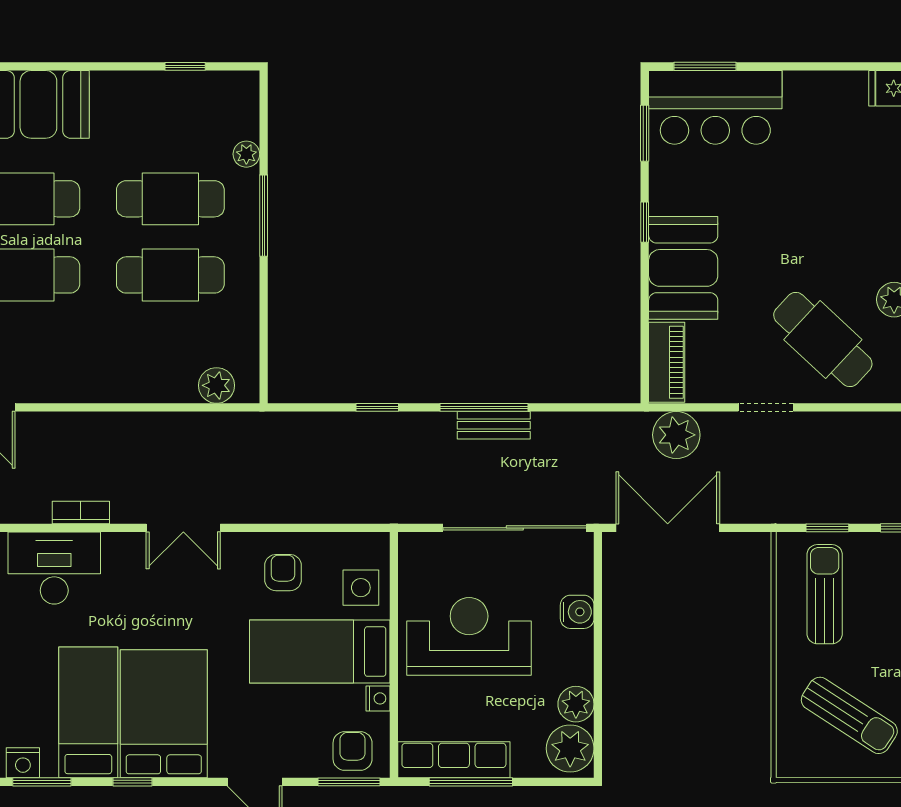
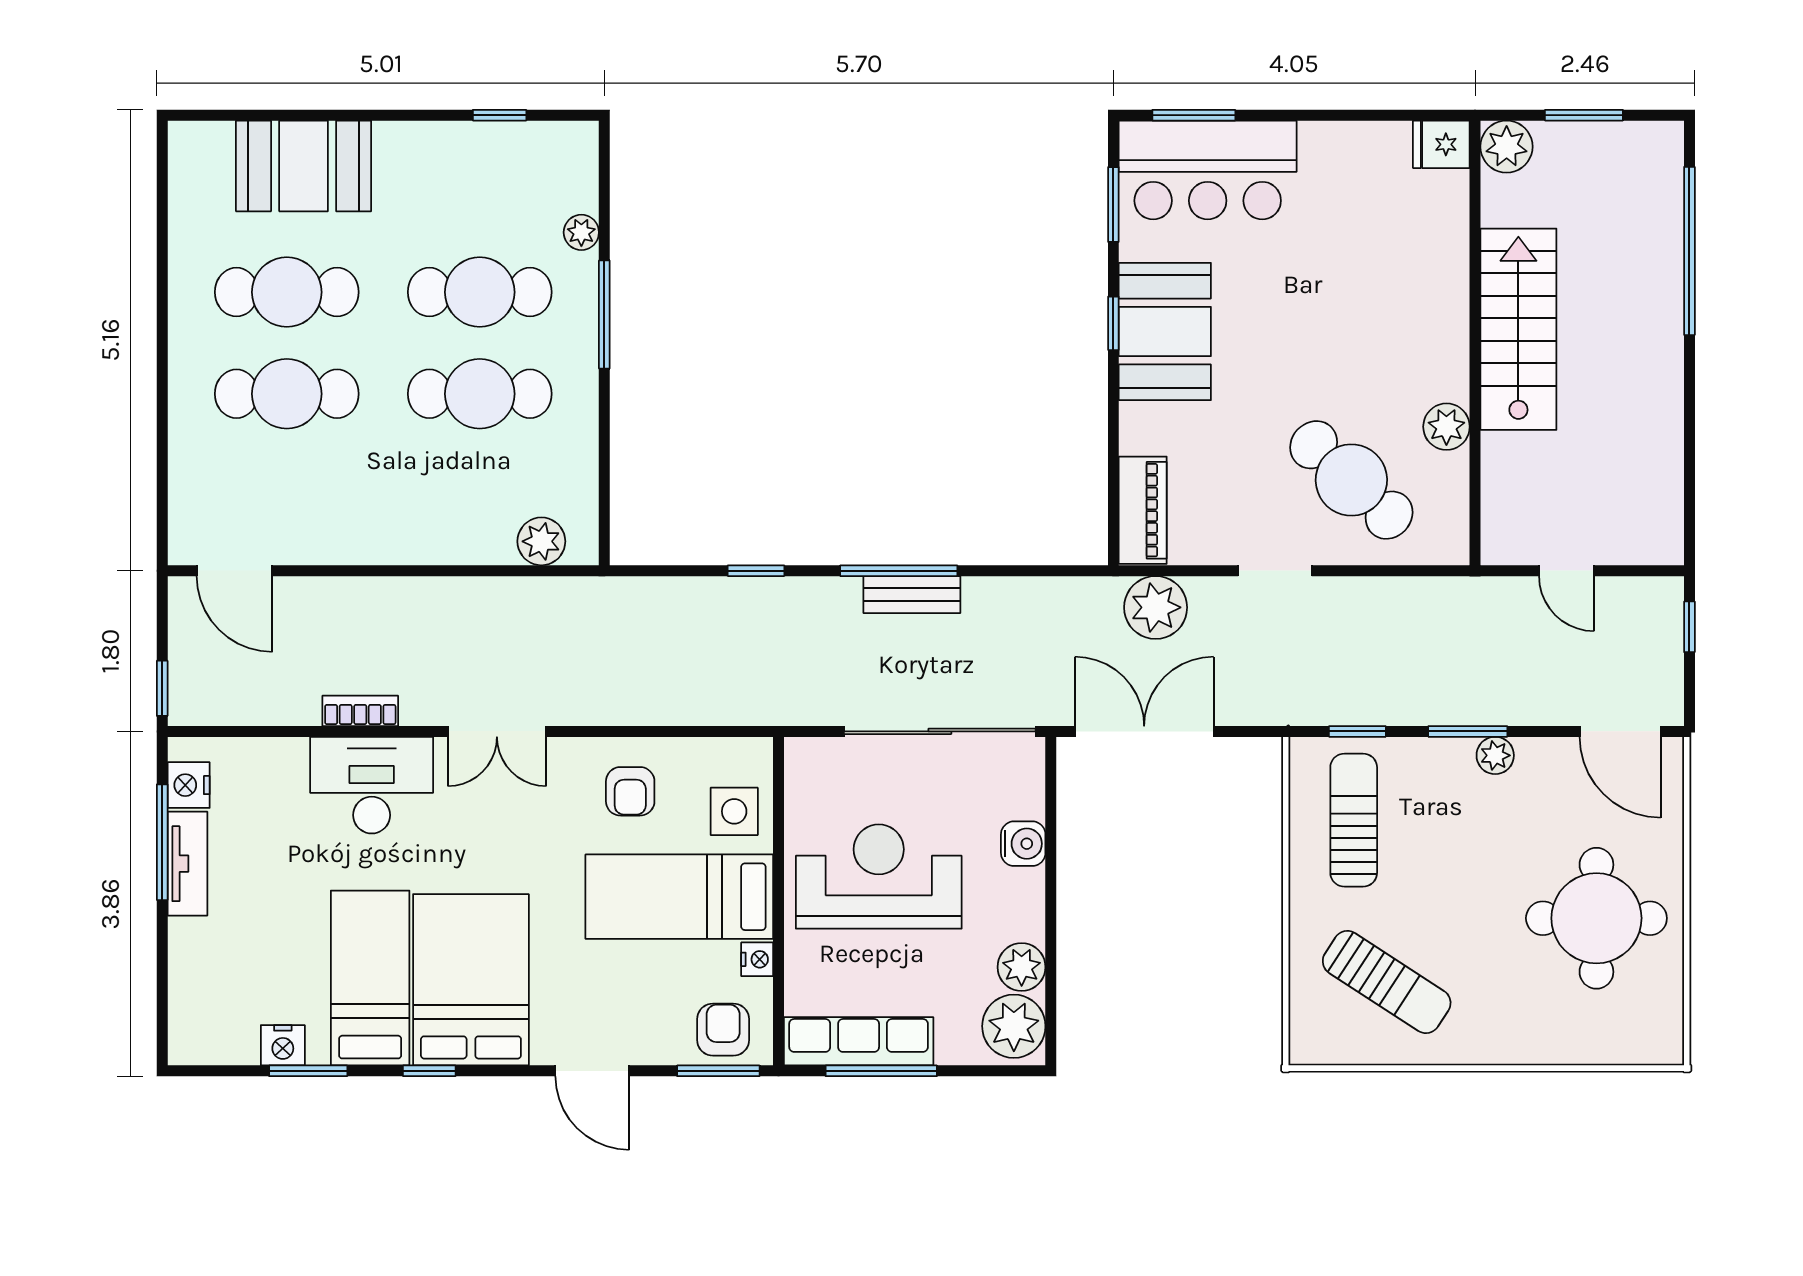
booth: (683, 268) -> (1165, 332), moved
desk: (54, 568) -> (372, 785), moved
armchair: (283, 573) -> (630, 791), turned 180

